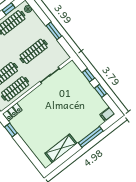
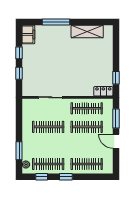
window: (54, 31) -> (19, 151), moved
filing cabinet: (107, 114) -> (28, 34), width x2.00

